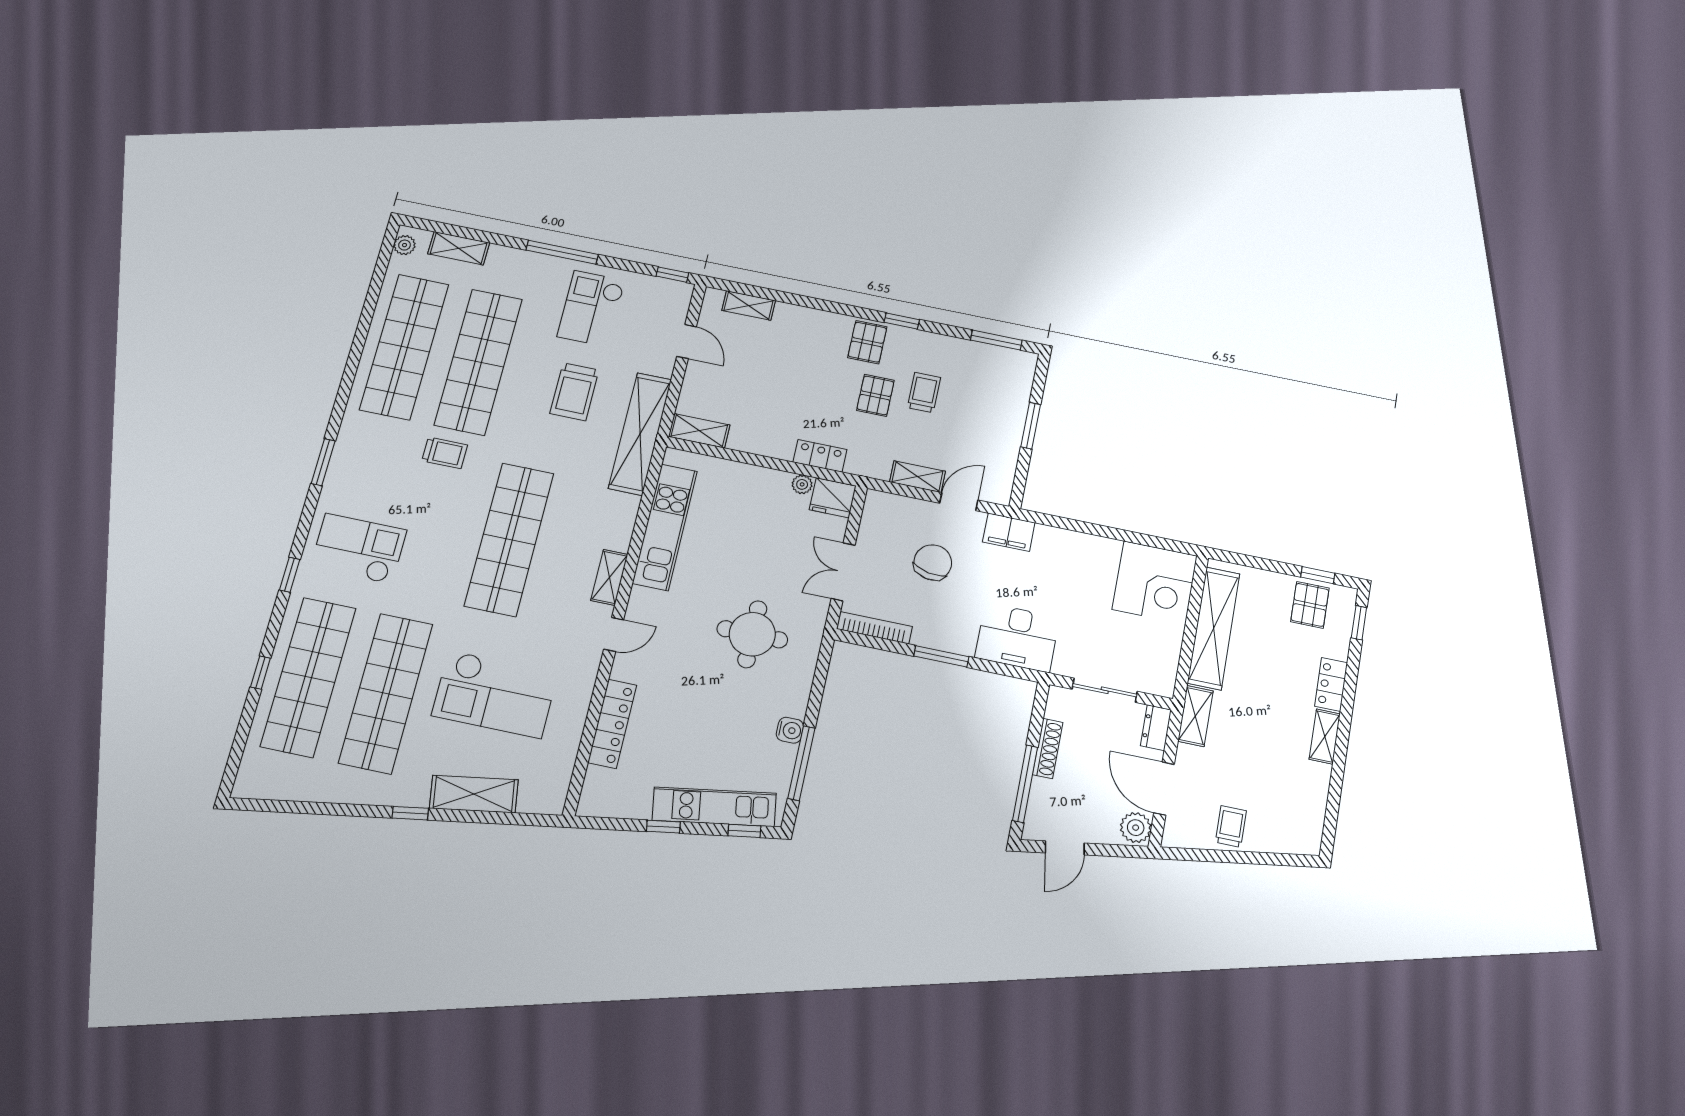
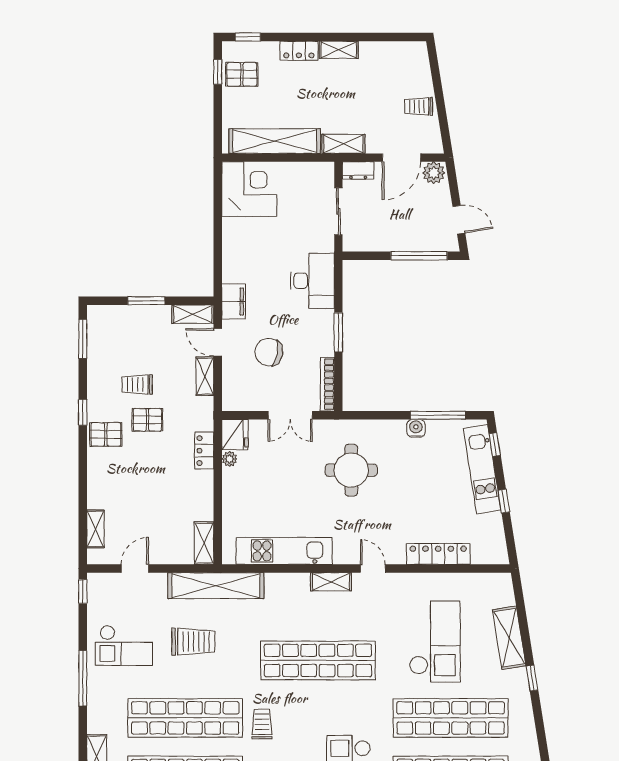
shelving: (1002, 479) -> (193, 314), added
shoe rack: (1048, 748) -> (390, 244), removed

